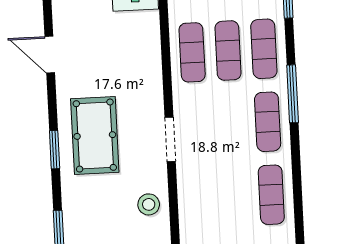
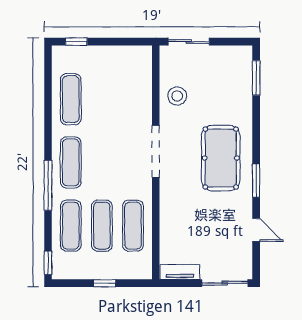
door: (50, 55) -> (256, 230), width x0.73
doorway: (170, 139) -> (156, 151), width x1.36
window: (55, 150) -> (256, 181), moved

